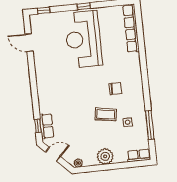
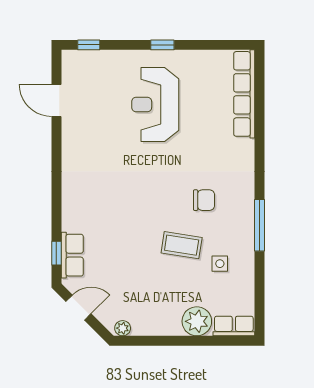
reception desk: (83, 39) -> (155, 105), width x0.74, depth x0.77
window: (150, 125) -> (260, 225), moved
plant: (105, 156) -> (197, 321), moved

